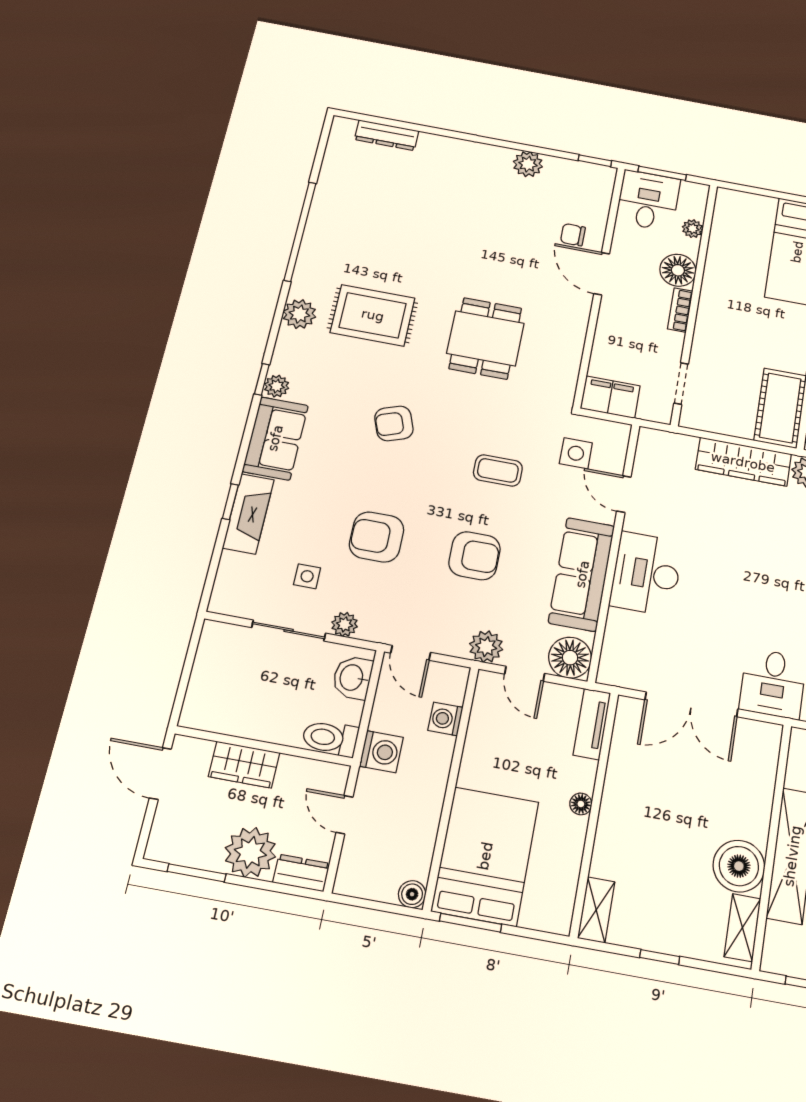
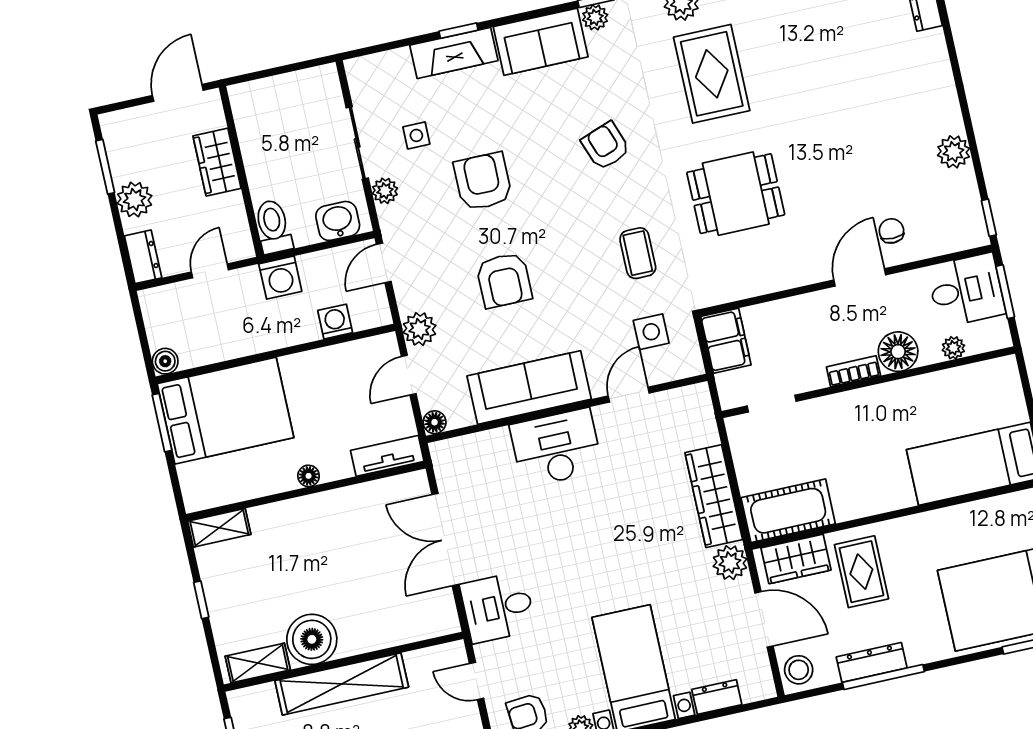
coffee table: (498, 470) -> (638, 253), moved
floor lamp: (570, 658) -> (435, 422), width x0.53, depth x0.53
plant: (250, 852) -> (135, 200), width x0.73, depth x0.73

